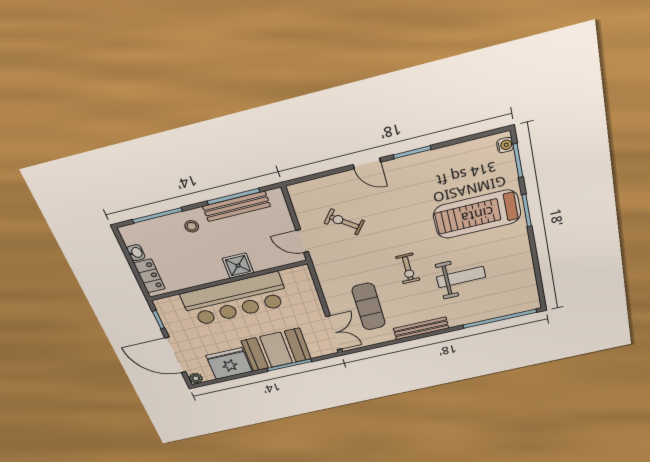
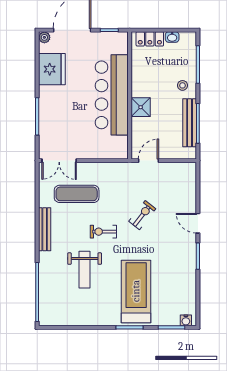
door: (367, 163) -> (198, 223), hinge flipped
exercise bike: (344, 222) -> (142, 215), moved
booth: (276, 350) -> (55, 111), removed

